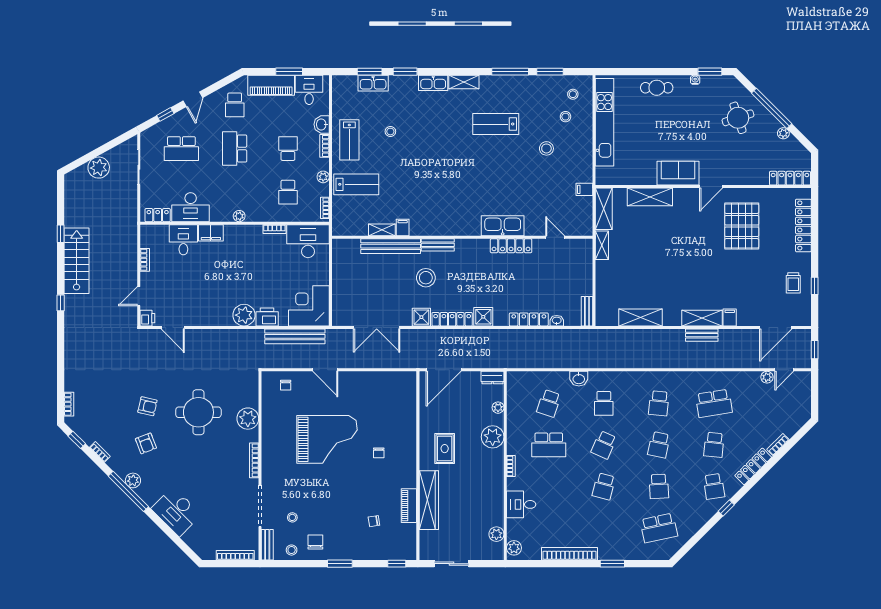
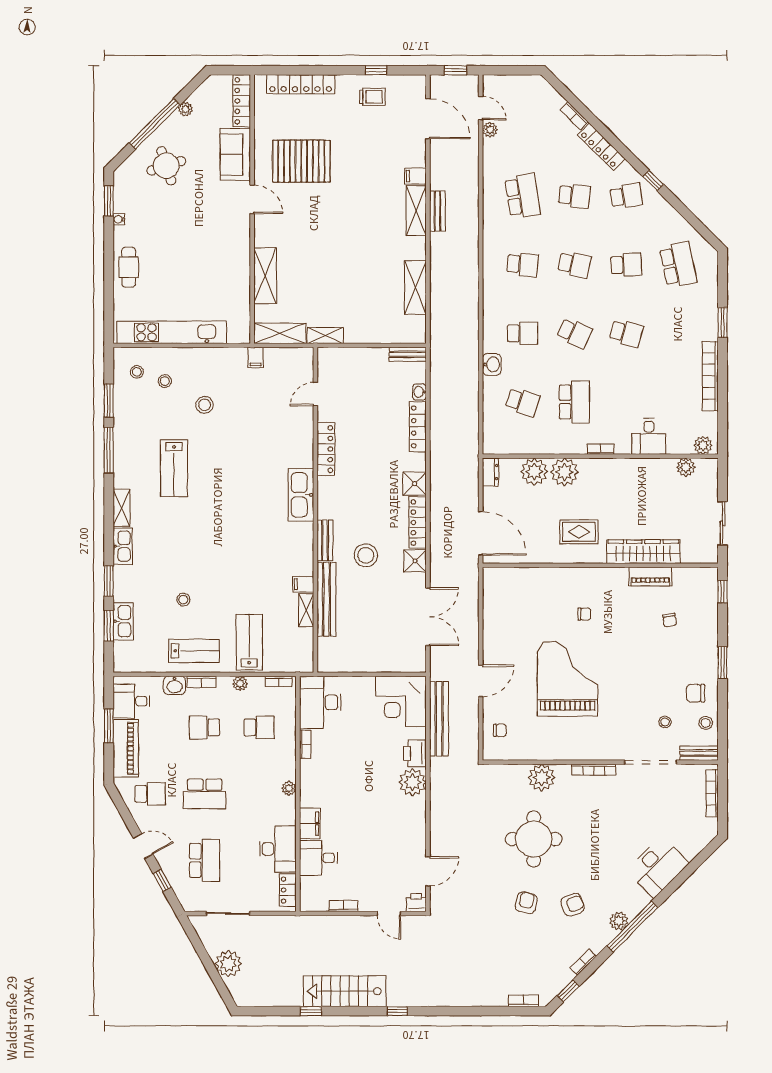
sofa: (678, 173) -> (235, 154), moved
kitchen sink: (503, 226) -> (301, 495), moved
plant: (498, 408) -> (534, 472), width x1.87, depth x1.87

